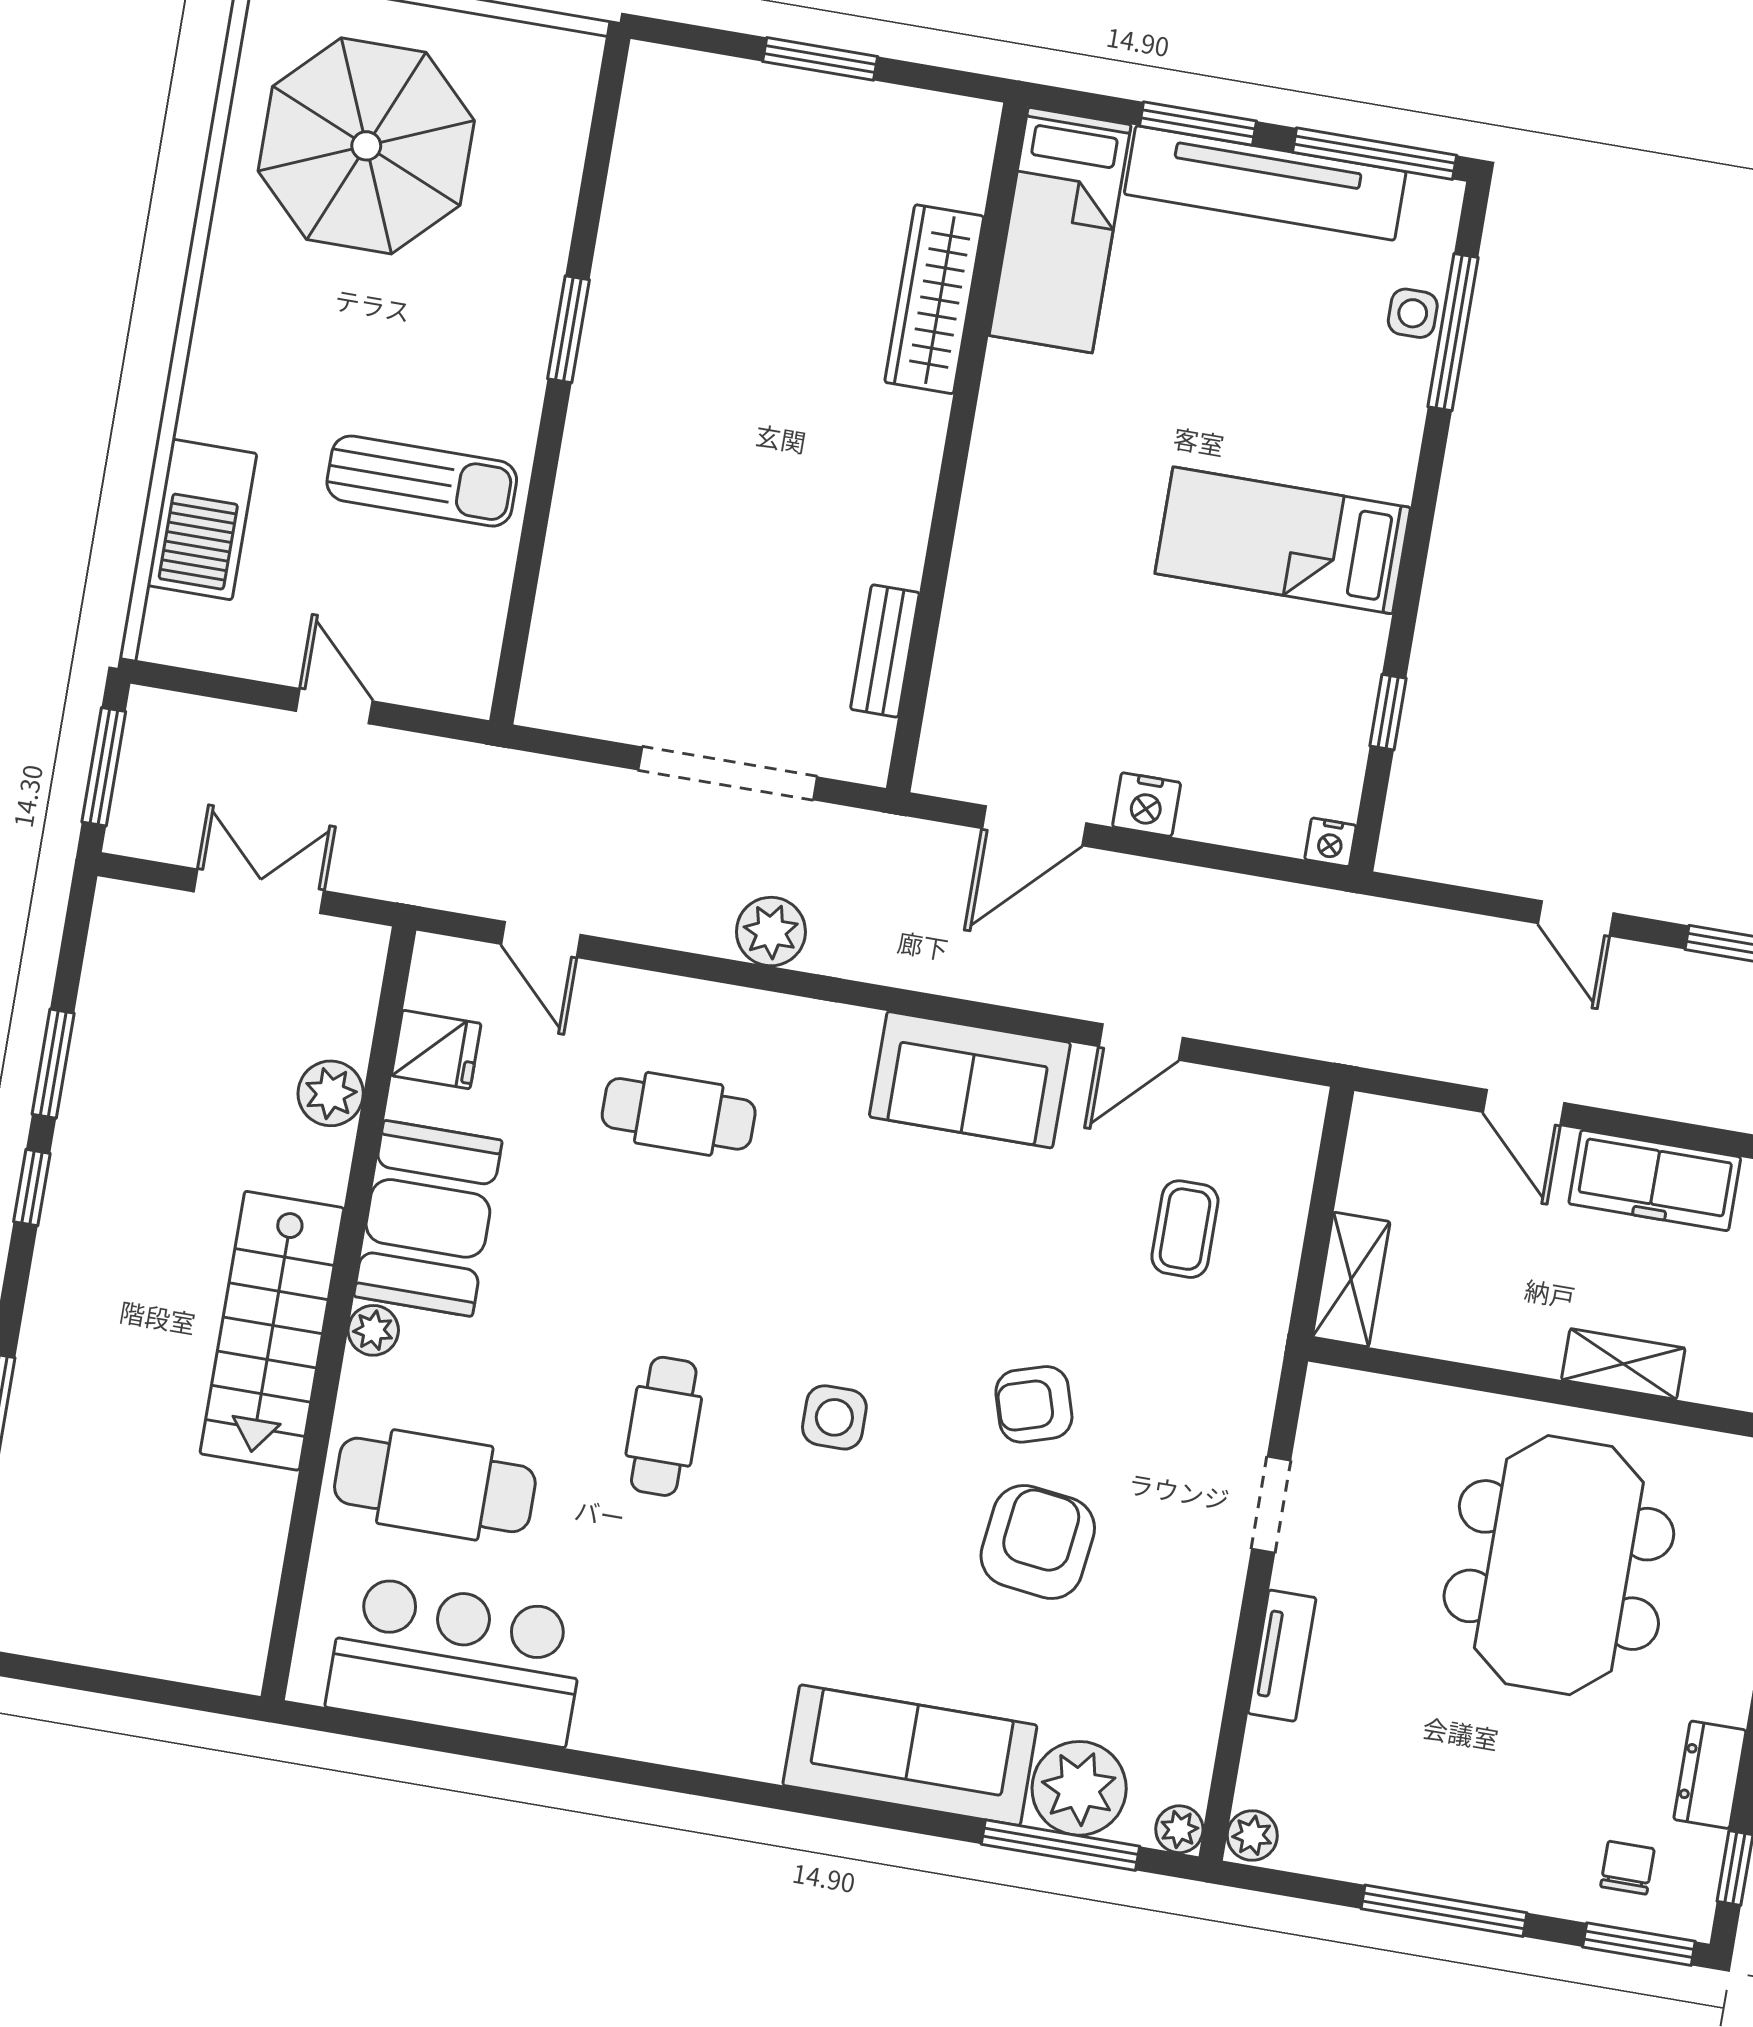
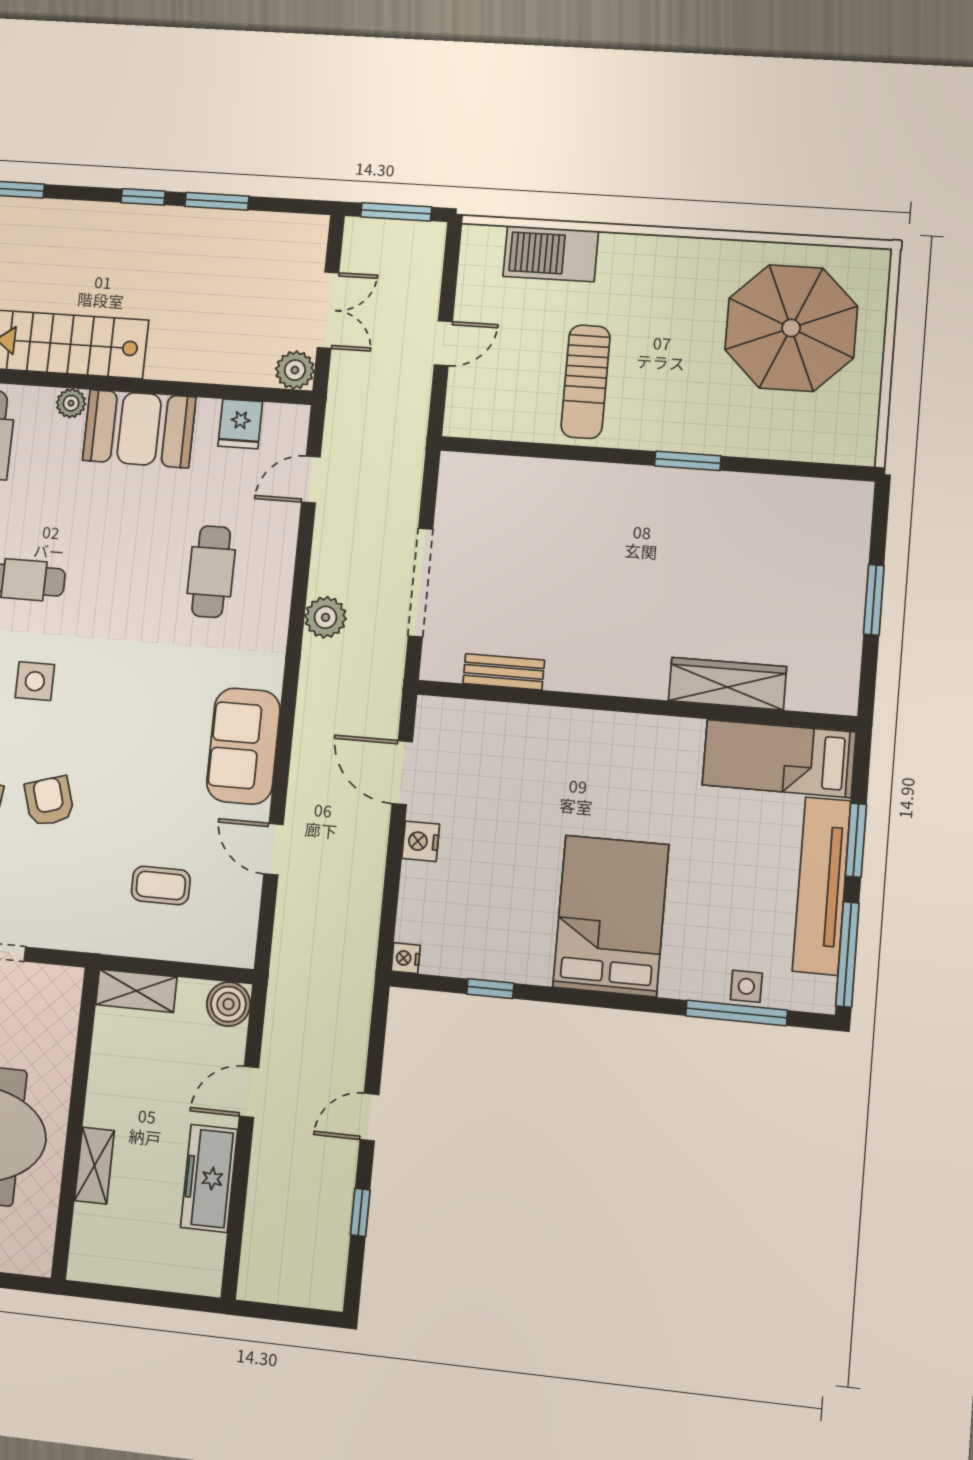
bed: (1283, 540) -> (611, 916), width x1.50
plant: (331, 1093) -> (295, 370), moved
boiler: (1383, 1131) -> (228, 1004), added

